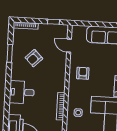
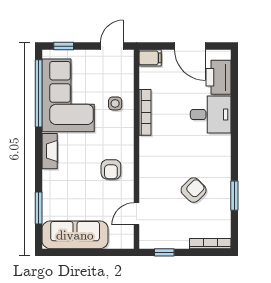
door: (69, 46) -> (136, 214), swing flipped
desk: (22, 92) -> (211, 115), moved

